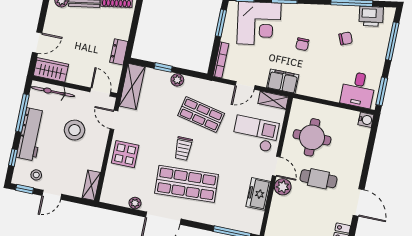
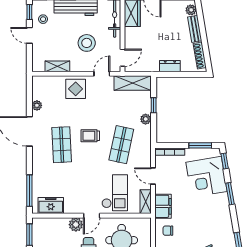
chair: (302, 44) -> (168, 231), moved
dresser: (119, 52) -> (170, 66), moved
shop shelf: (187, 184) -> (62, 145), width x0.70, depth x0.74
shelving: (91, 185) -> (57, 66), moved
freezer: (258, 194) -> (51, 206), moved

